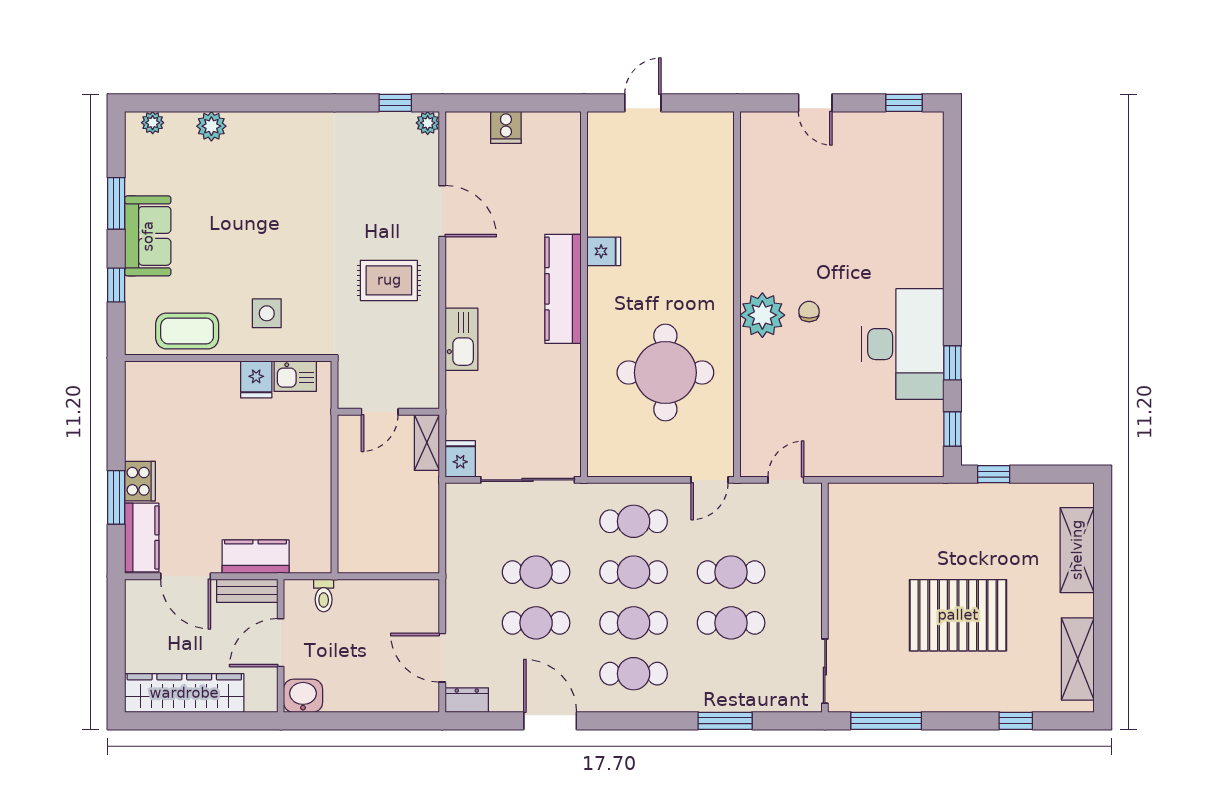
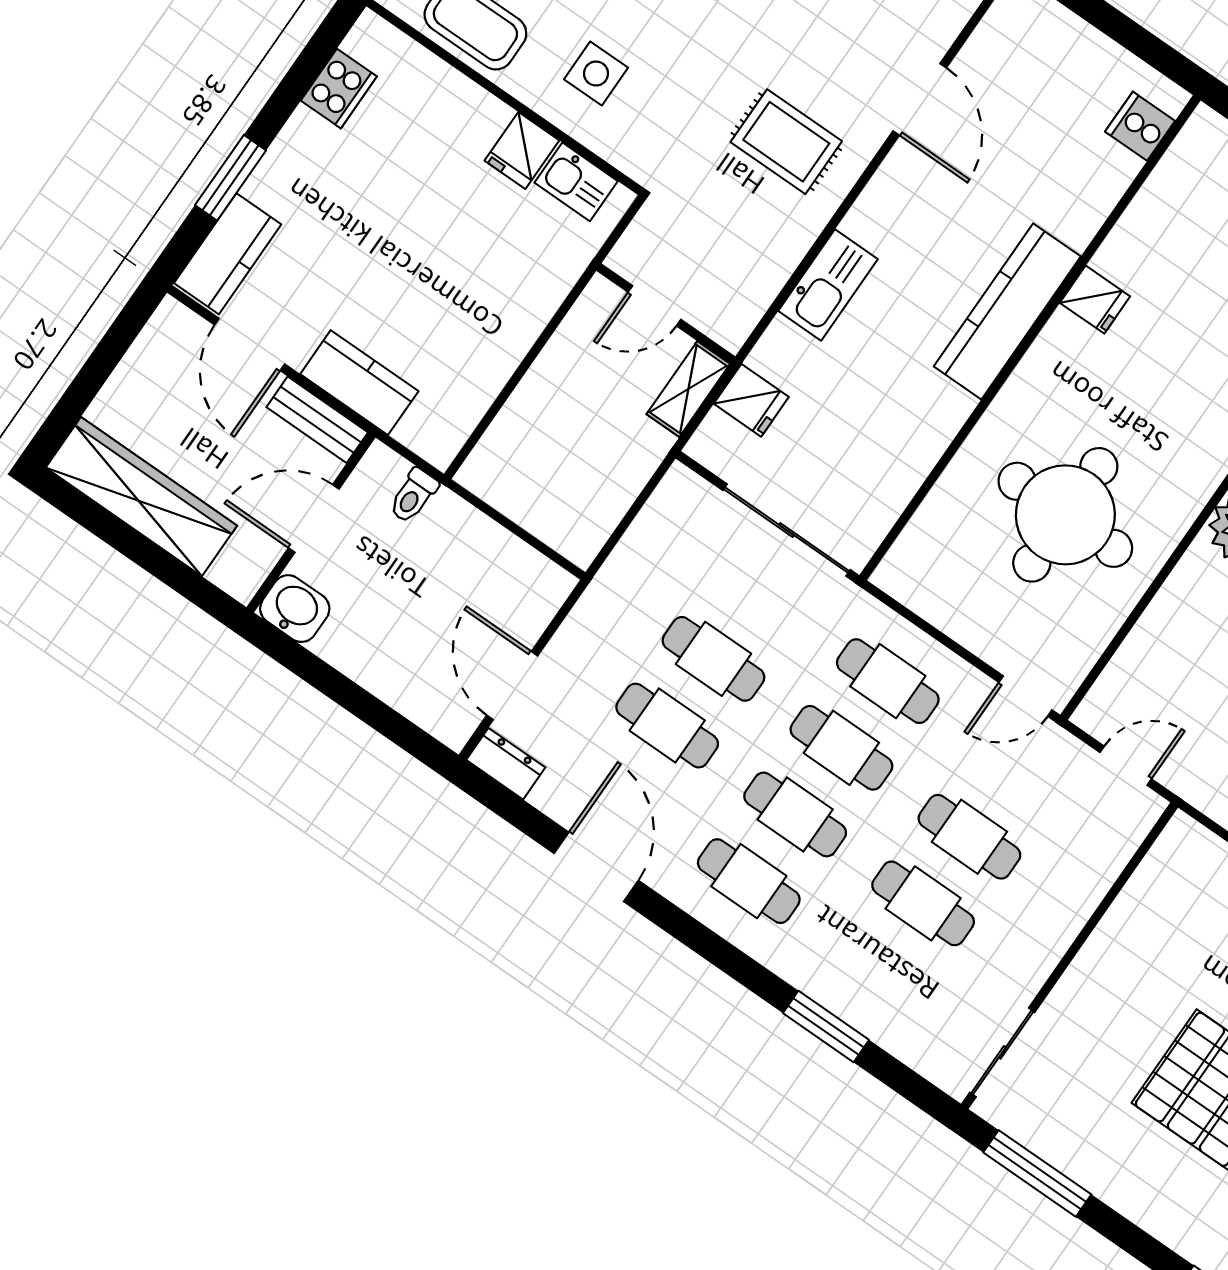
cooker: (506, 127) -> (1140, 126), moved, turned 90
fridge: (460, 459) -> (751, 400), moved, turned 90
cooker: (140, 481) -> (339, 89), moved

